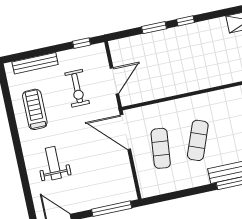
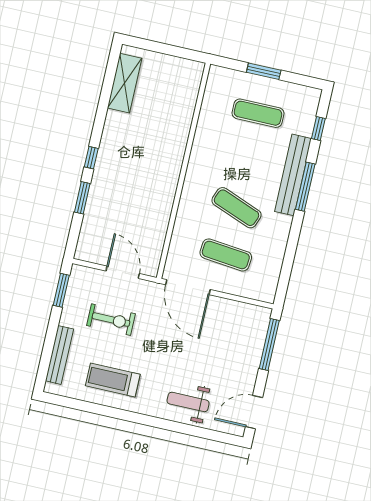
window: (82, 43) -> (61, 290), width x1.50
door: (125, 132) -> (188, 287), hinge flipped
weight bench: (53, 163) -> (188, 402), moved

